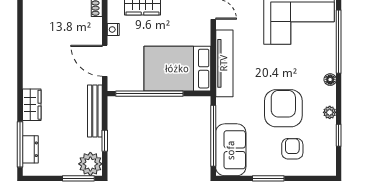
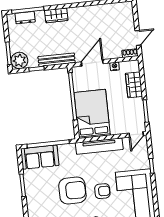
armchair: (292, 149) -> (102, 191), moved

